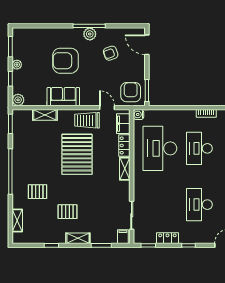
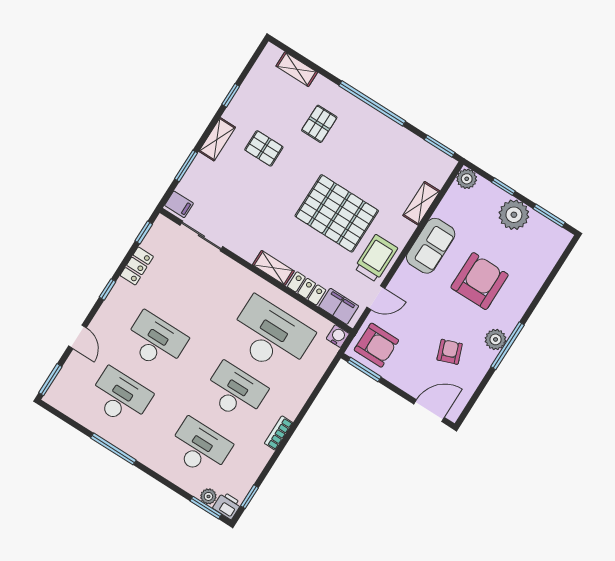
plant: (17, 65) -> (514, 215), width x1.88, depth x1.88
pallet: (68, 212) -> (264, 148), turned 90

